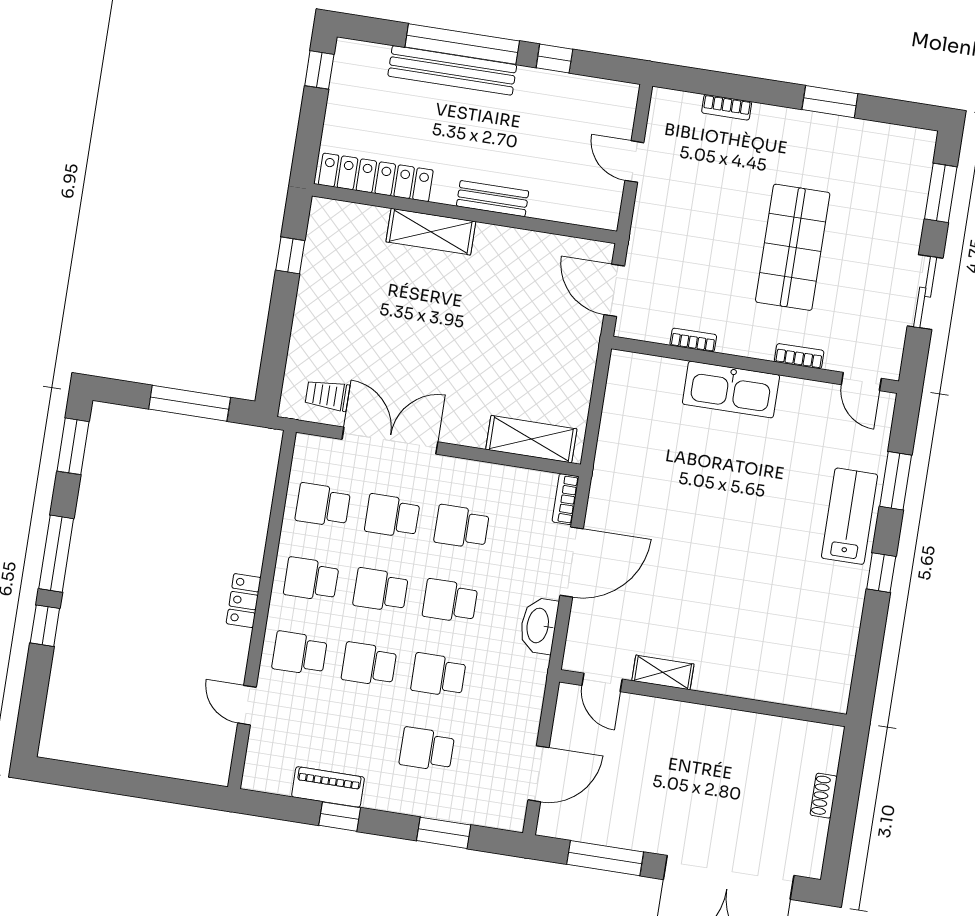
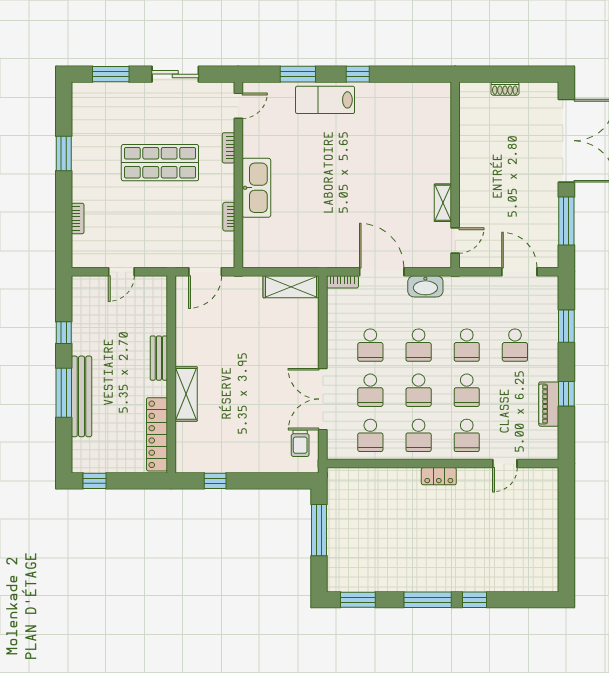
window: (462, 44) -> (64, 393), width x0.68
shelving: (531, 439) -> (291, 287), moved, turned 90

